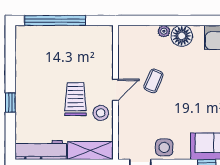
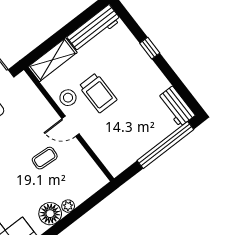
workbench: (24, 43) -> (176, 106), added
coffee table: (153, 81) -> (45, 158), turned 71
door: (115, 90) -> (71, 126), hinge flipped

